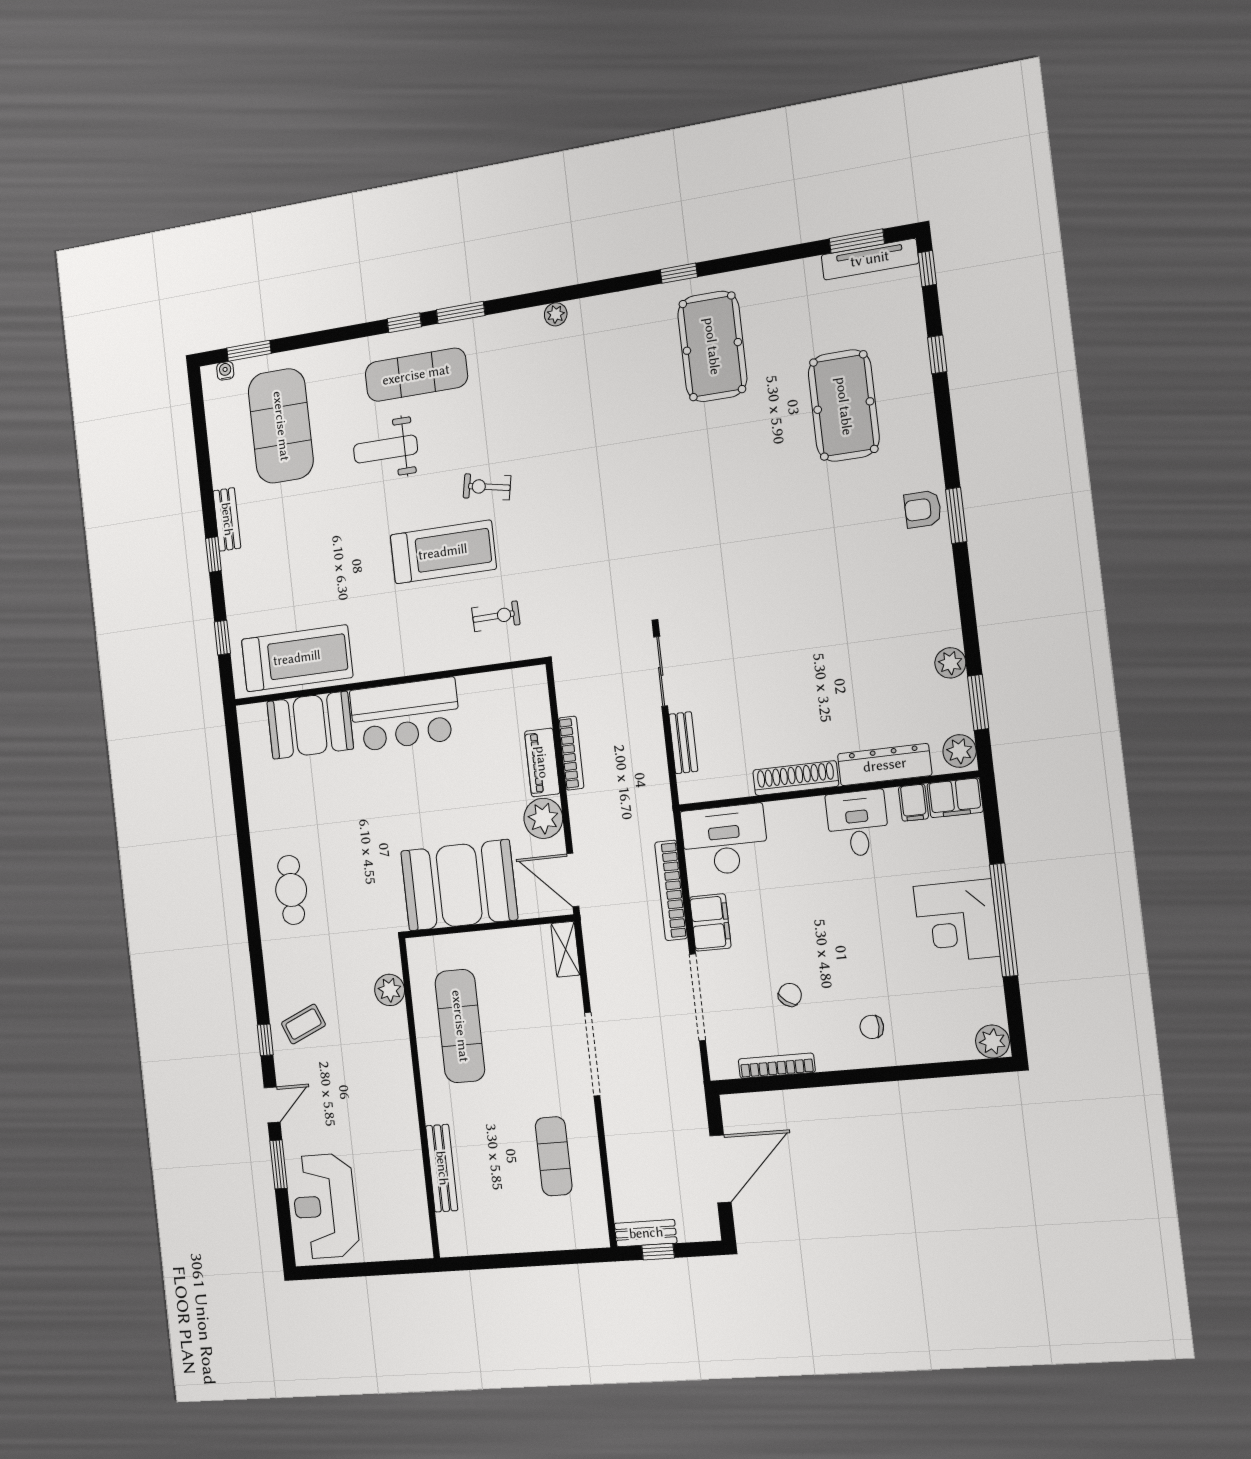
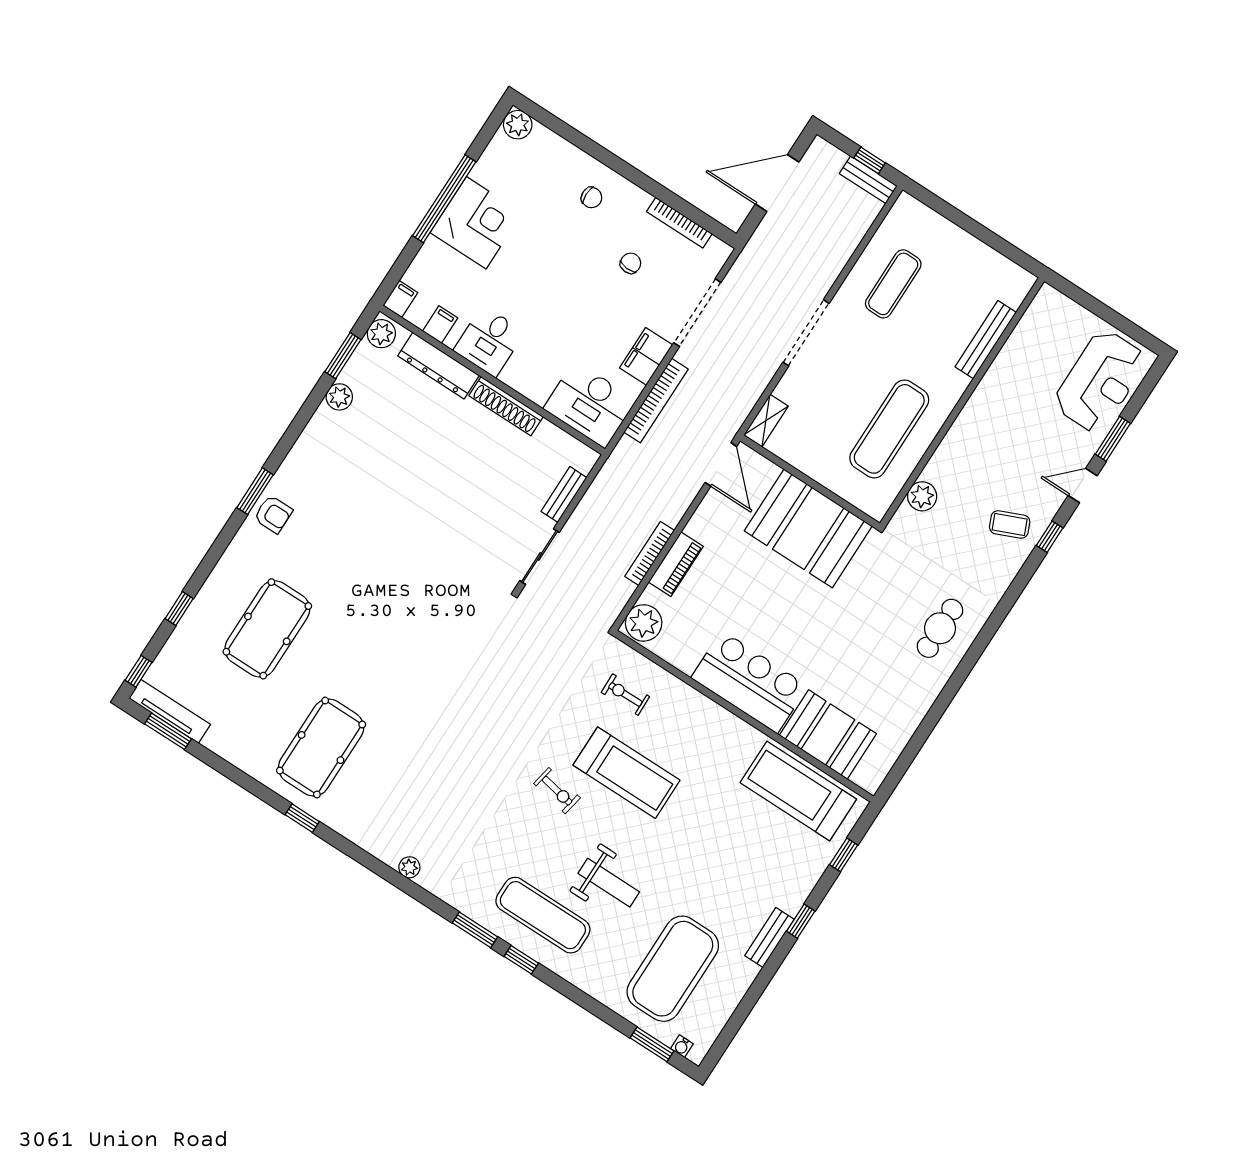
treadmill: (443, 552) -> (627, 773), turned 180
filing cabinet: (955, 798) -> (400, 299), width x0.50
plant: (543, 818) -> (644, 623), moved
chair: (790, 995) -> (631, 263), turned 148

